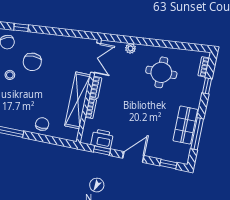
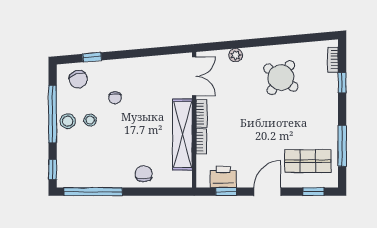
chair: (32, 62) -> (115, 98), width x0.54, depth x0.54
round table: (161, 72) -> (281, 78), turned 36
shop shelf: (185, 125) -> (308, 161), moved, turned 90

